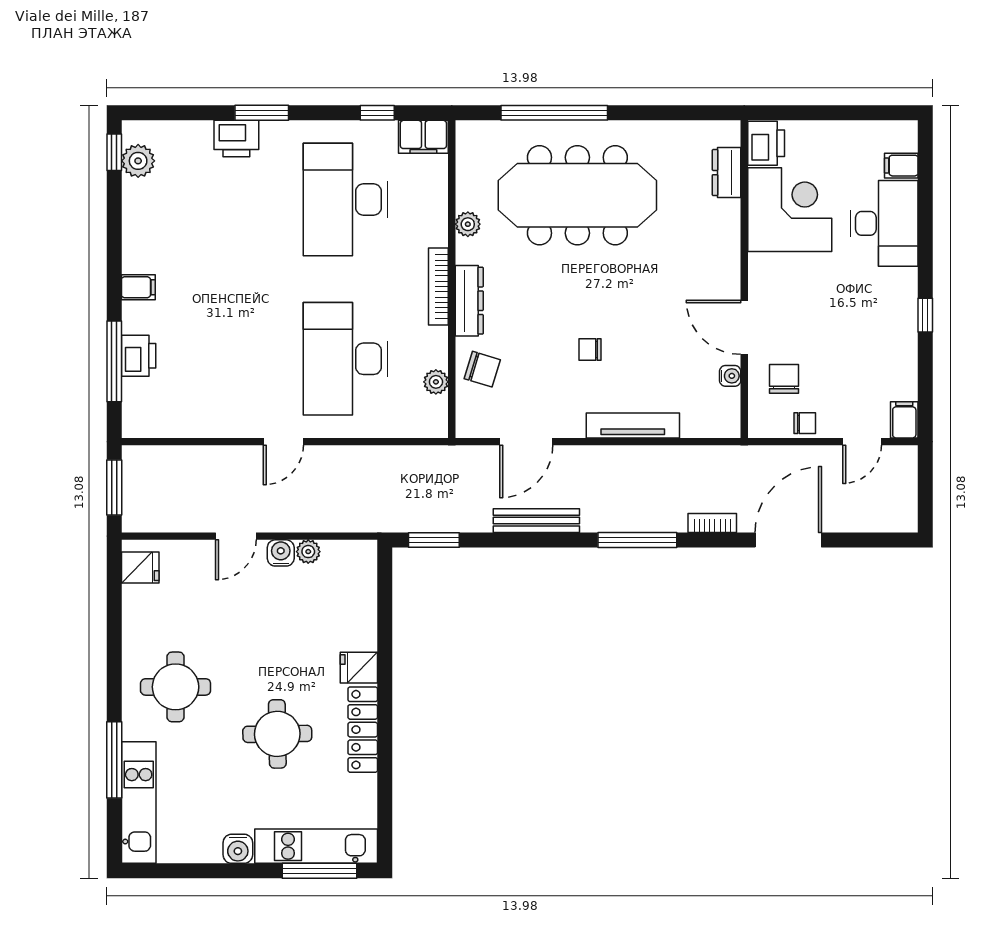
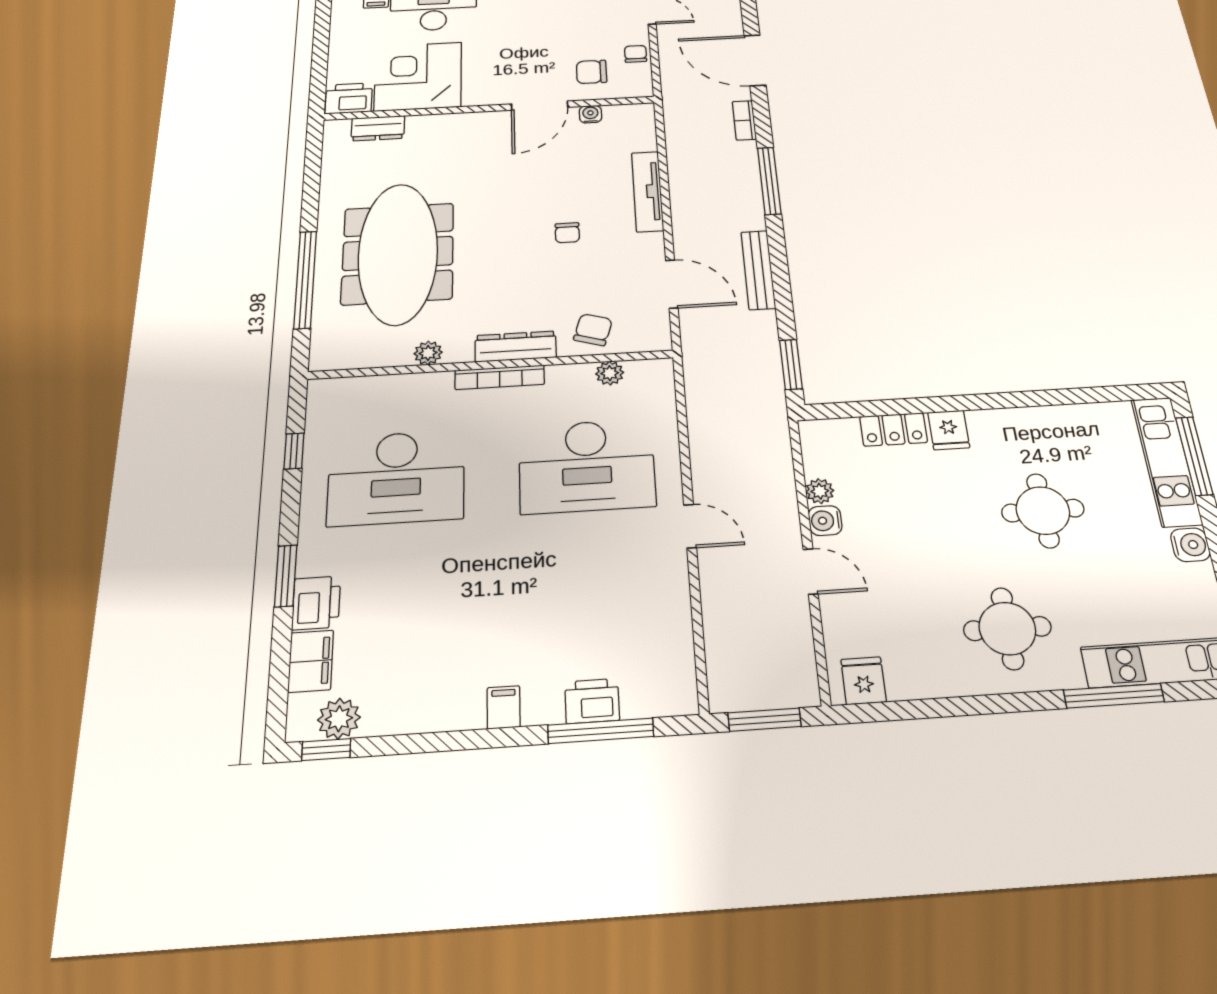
filing cabinet: (423, 137) -> (311, 661), moved
locker: (363, 730) -> (894, 429), moved, width x0.66

